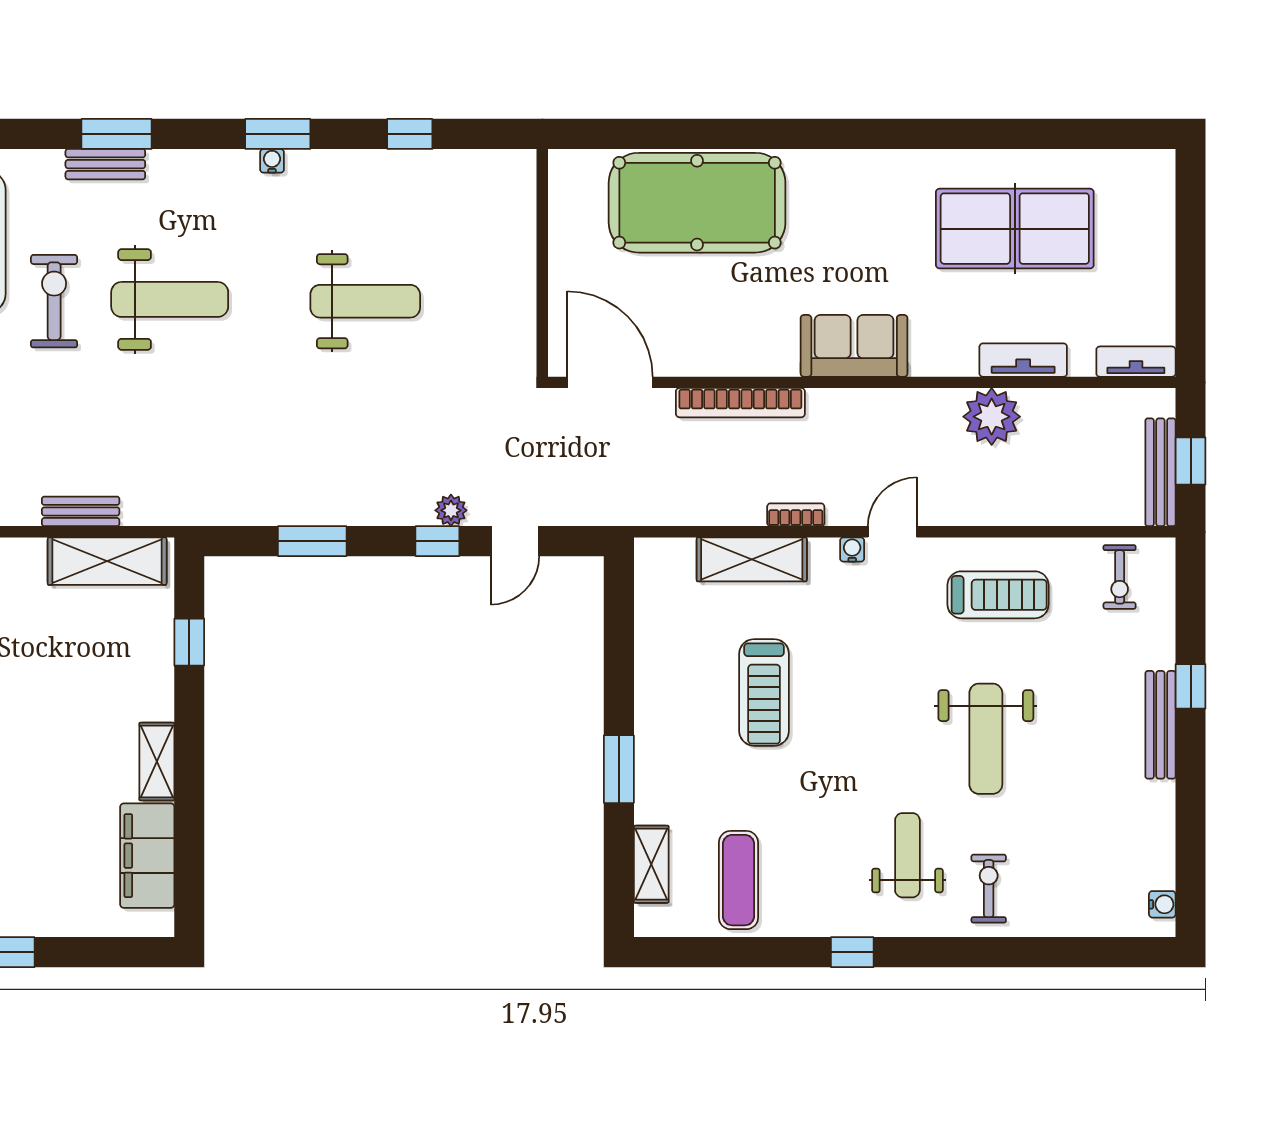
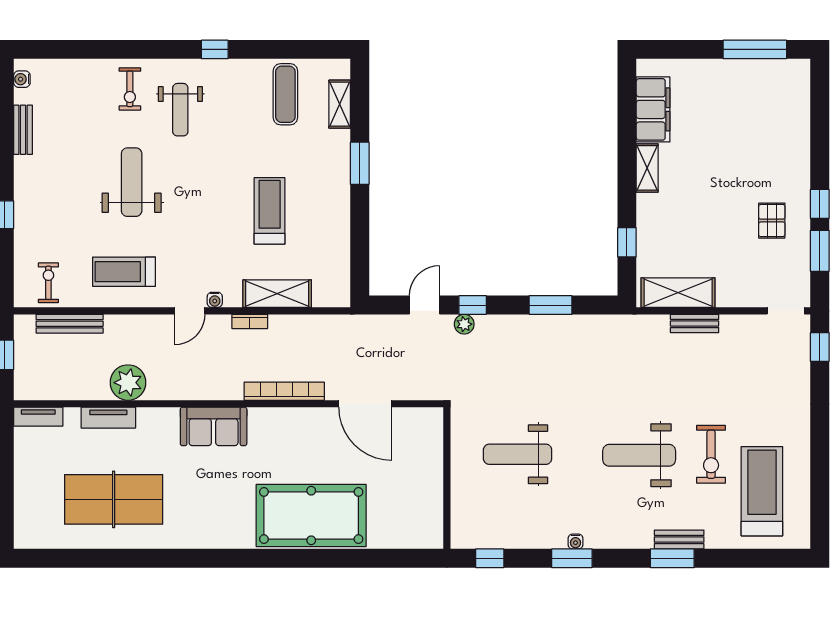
wall: (542, 263) -> (447, 478), moved
bench: (1160, 472) -> (70, 324), moved, turned 90
bench: (1160, 725) -> (23, 130), moved, width x0.73

